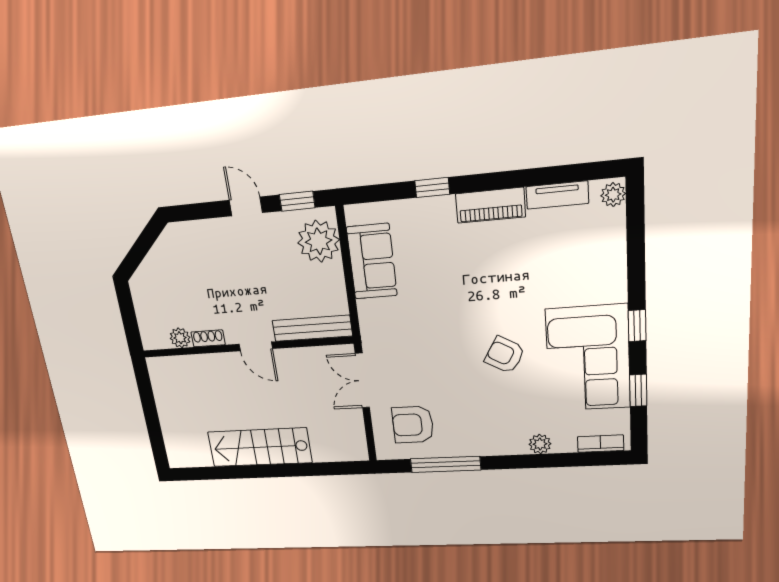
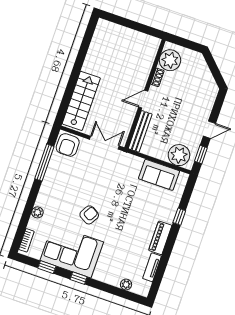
plant: (613, 195) -> (126, 284), moved
plant: (180, 338) -> (170, 60), width x1.88, depth x1.88
armchair: (413, 425) -> (68, 145), moved, turned 180
stairs: (260, 447) -> (81, 101), moved

